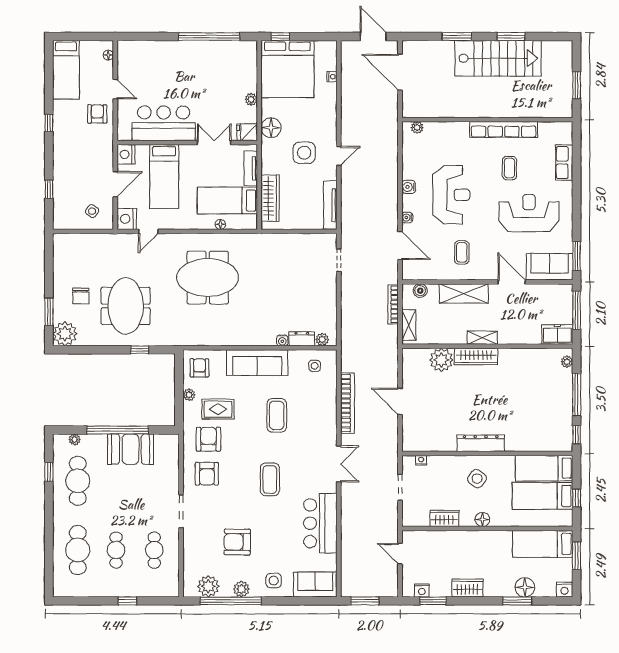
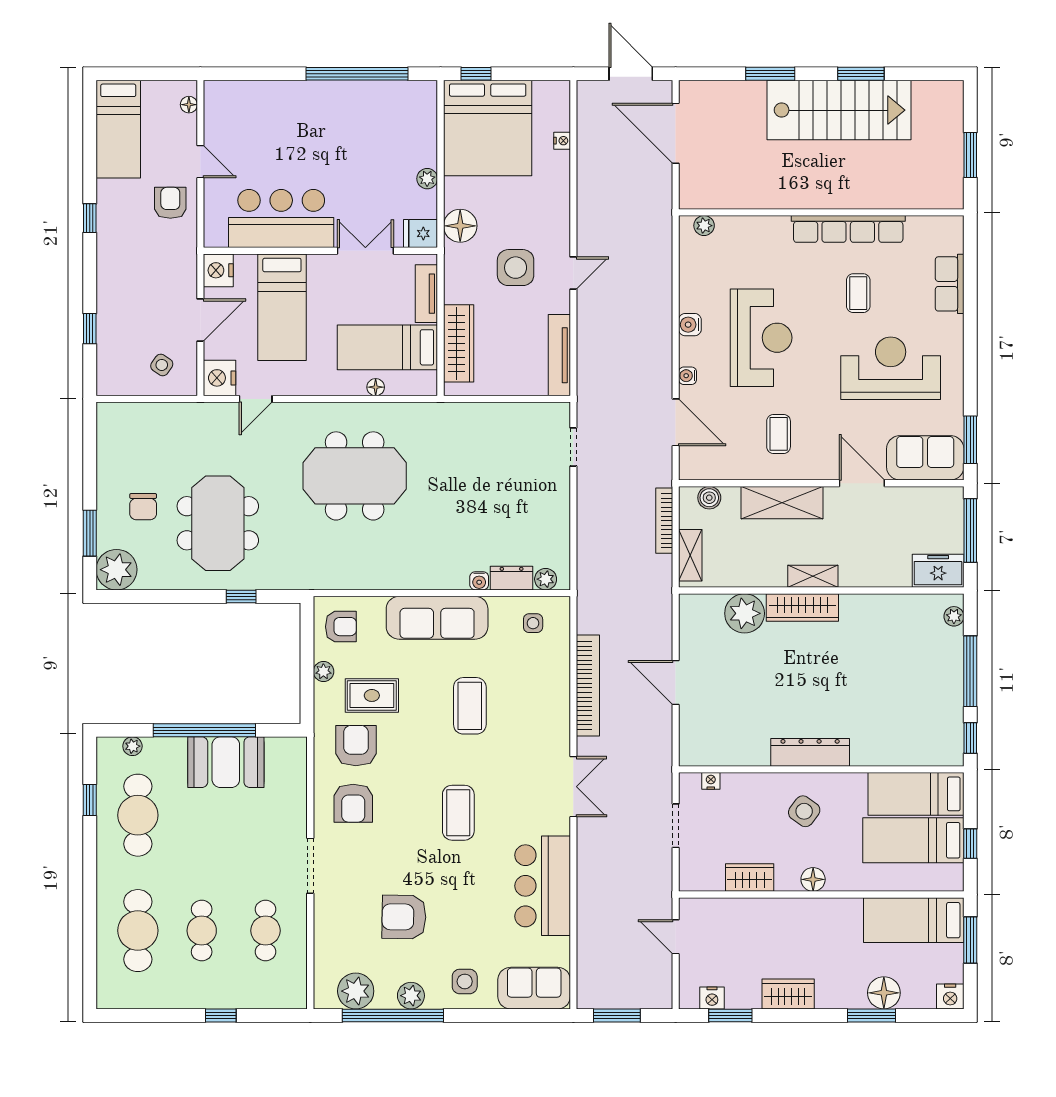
armchair: (199, 368) -> (341, 627), turned 90

